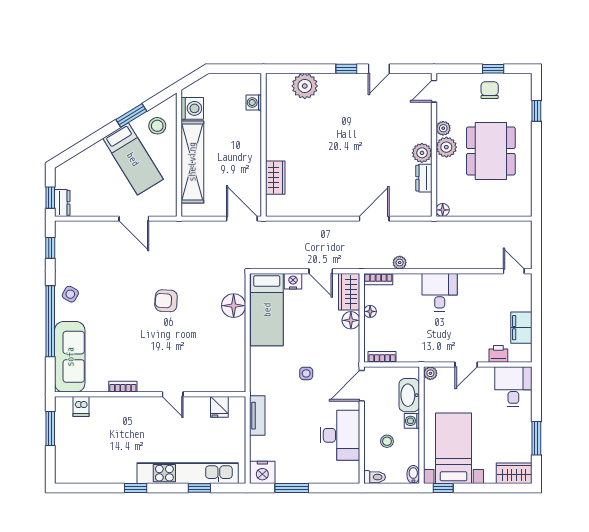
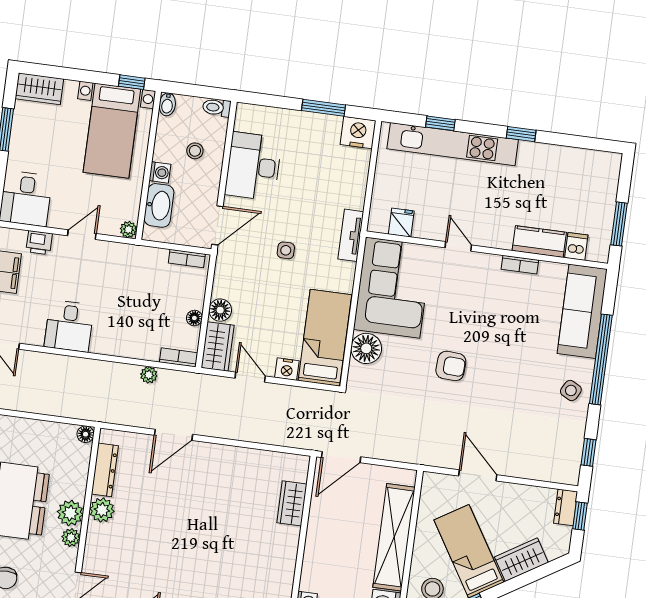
wardrobe: (91, 158) -> (521, 560), added
dresser: (424, 178) -> (105, 470), width x1.44
door: (242, 219) -> (341, 457), hinge flipped
desk: (440, 292) -> (69, 326), moved
corner sofa: (219, 356) -> (393, 288), added
kitchen counter: (110, 406) -> (539, 242), added
tv unit: (257, 416) -> (351, 235), moved

